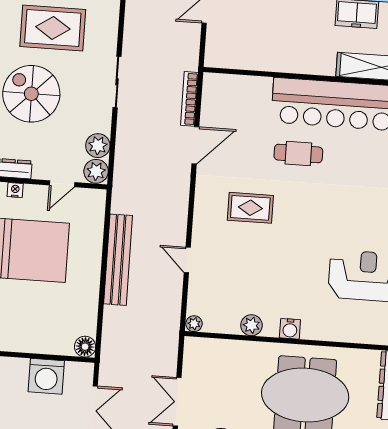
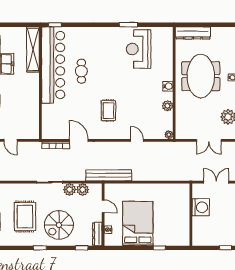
cafe table: (298, 154) -> (81, 71), moved
plant: (96, 171) -> (70, 190), moved
bench: (118, 260) -> (109, 175), moved
door: (187, 260) -> (137, 140), swing flipped
floor lamp: (85, 347) -> (184, 189), removed

